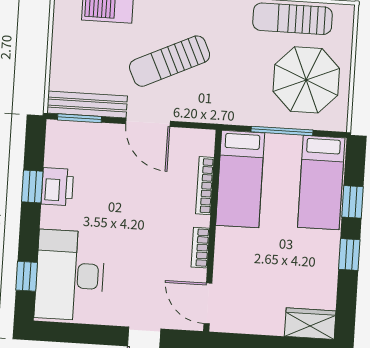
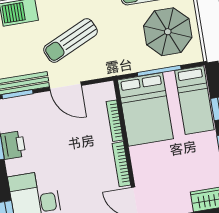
bed: (240, 179) -> (145, 109), width x1.50
bookcase: (200, 248) -> (121, 164), width x1.56

